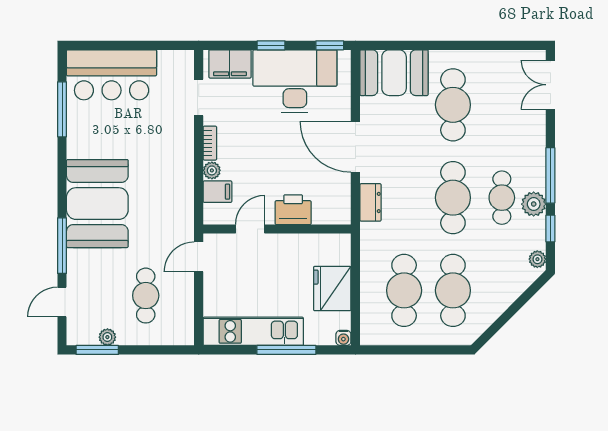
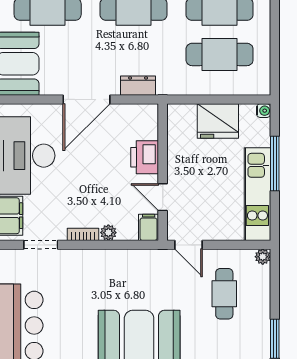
filing cabinet: (217, 192) -> (149, 227), moved
cafe table: (146, 296) -> (224, 294), turned 90
plant: (107, 337) -> (263, 257), moved

